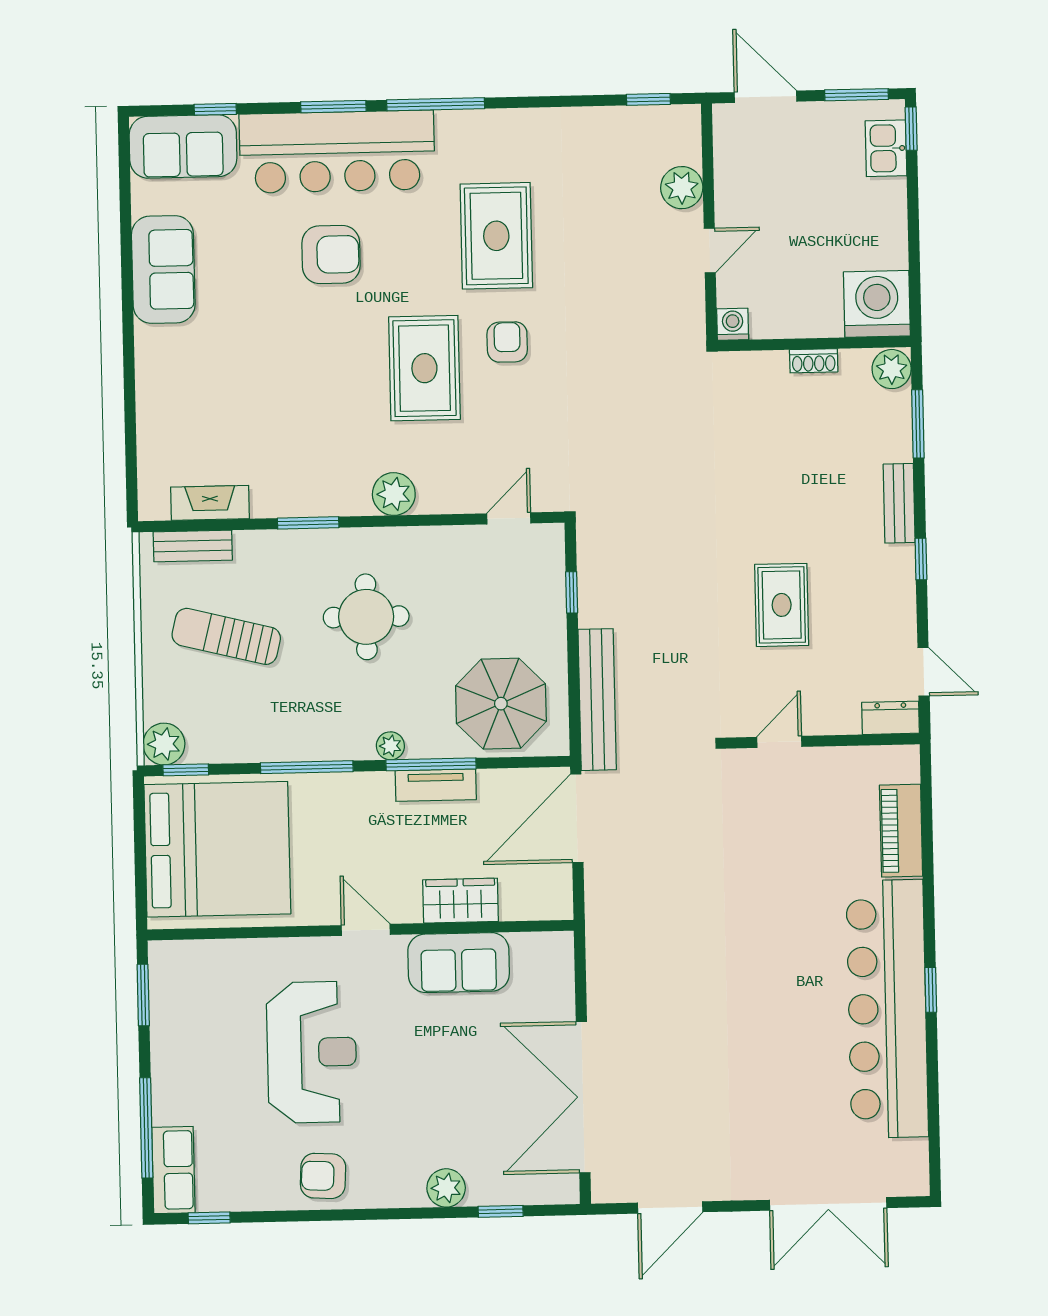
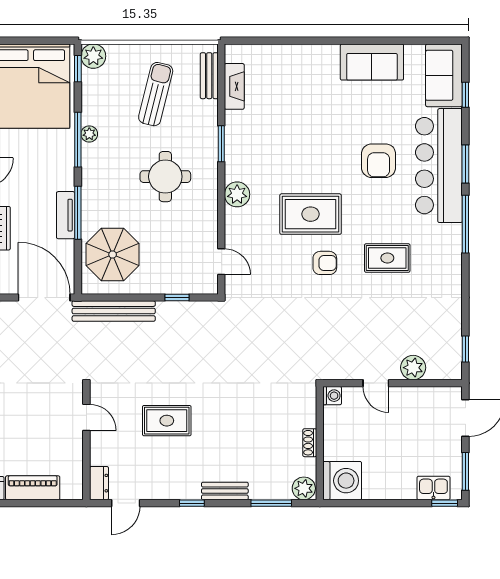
rug: (496, 236) -> (387, 258), width x0.73, depth x0.70
plant: (390, 746) -> (89, 134), moved

